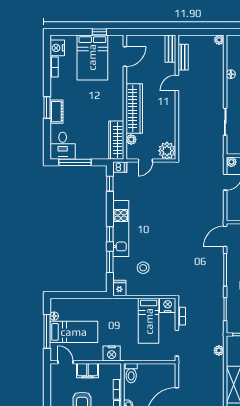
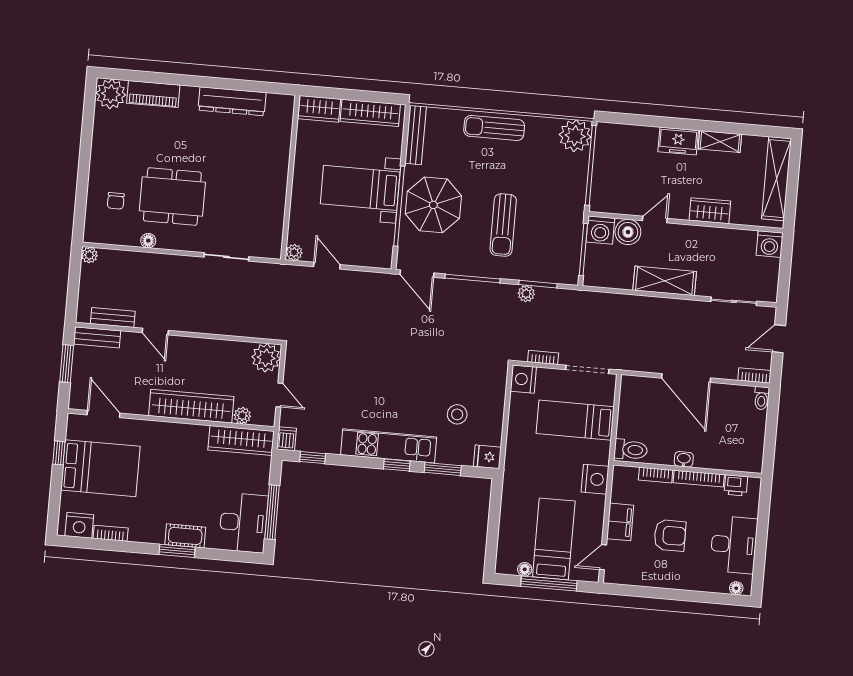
window: (153, 32) -> (67, 364), added
desk: (63, 146) -> (243, 523), width x1.37
bed: (149, 321) -> (575, 420), moved, turned 180
plant: (219, 350) -> (526, 294), moved

